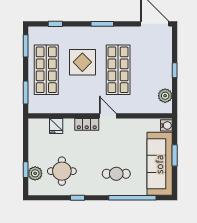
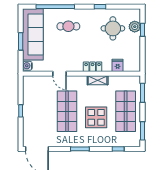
plant: (165, 96) -> (28, 90), removed
shelving: (81, 108) -> (98, 80), added
door: (108, 116) -> (60, 74), moved

